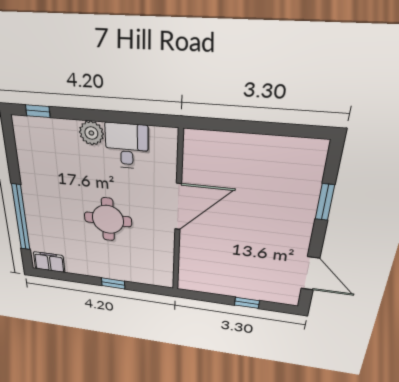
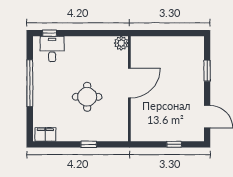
plant: (91, 133) -> (121, 43), moved
desk: (127, 146) -> (52, 49), moved
window: (21, 218) -> (30, 83), moved

